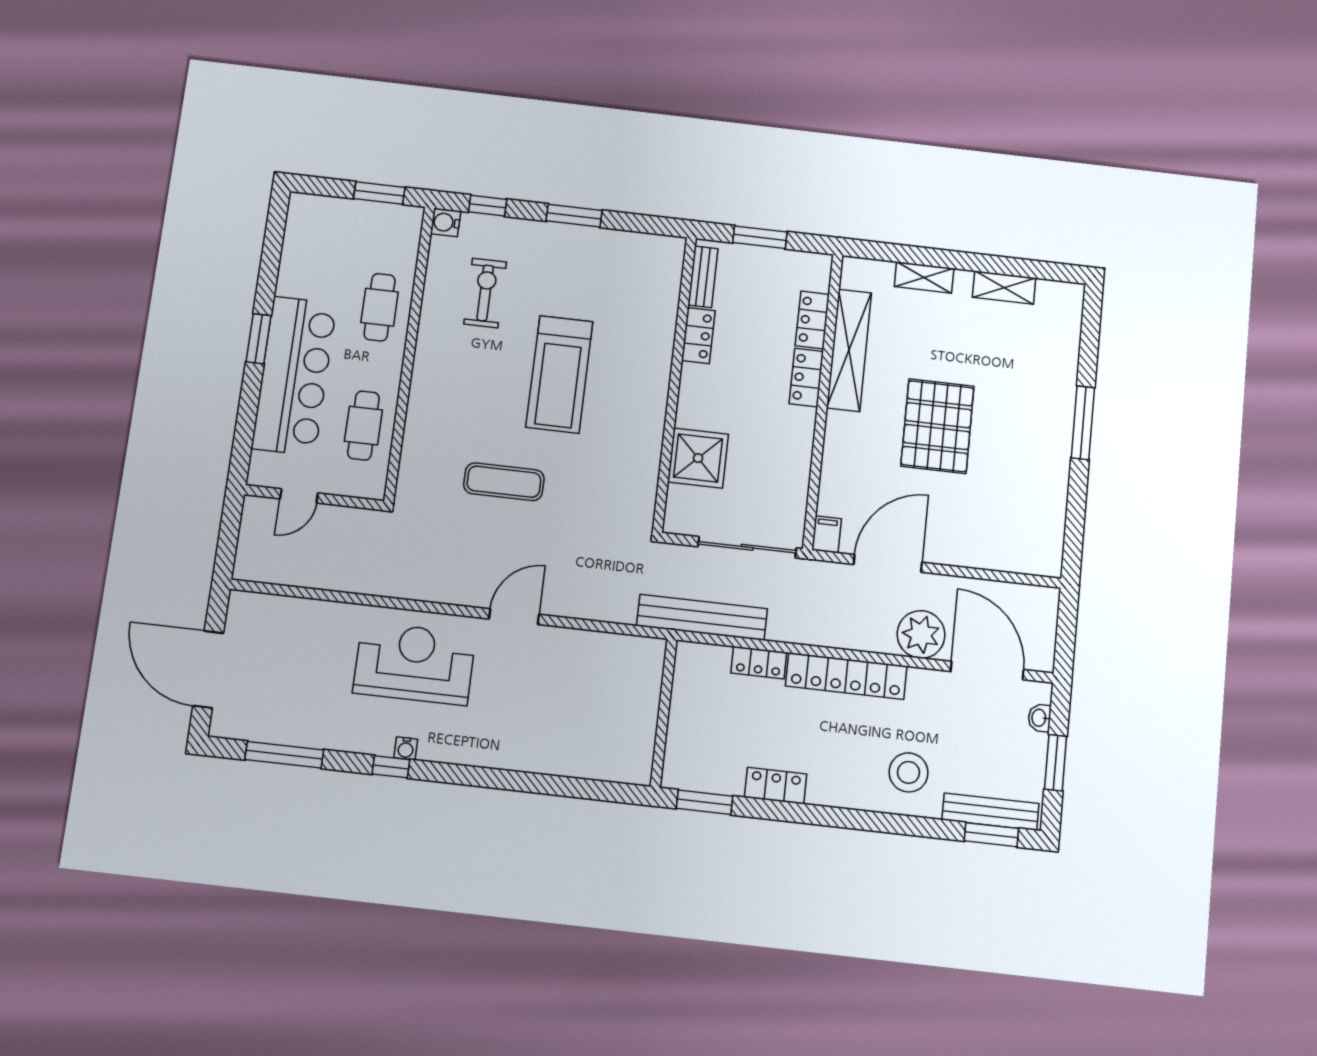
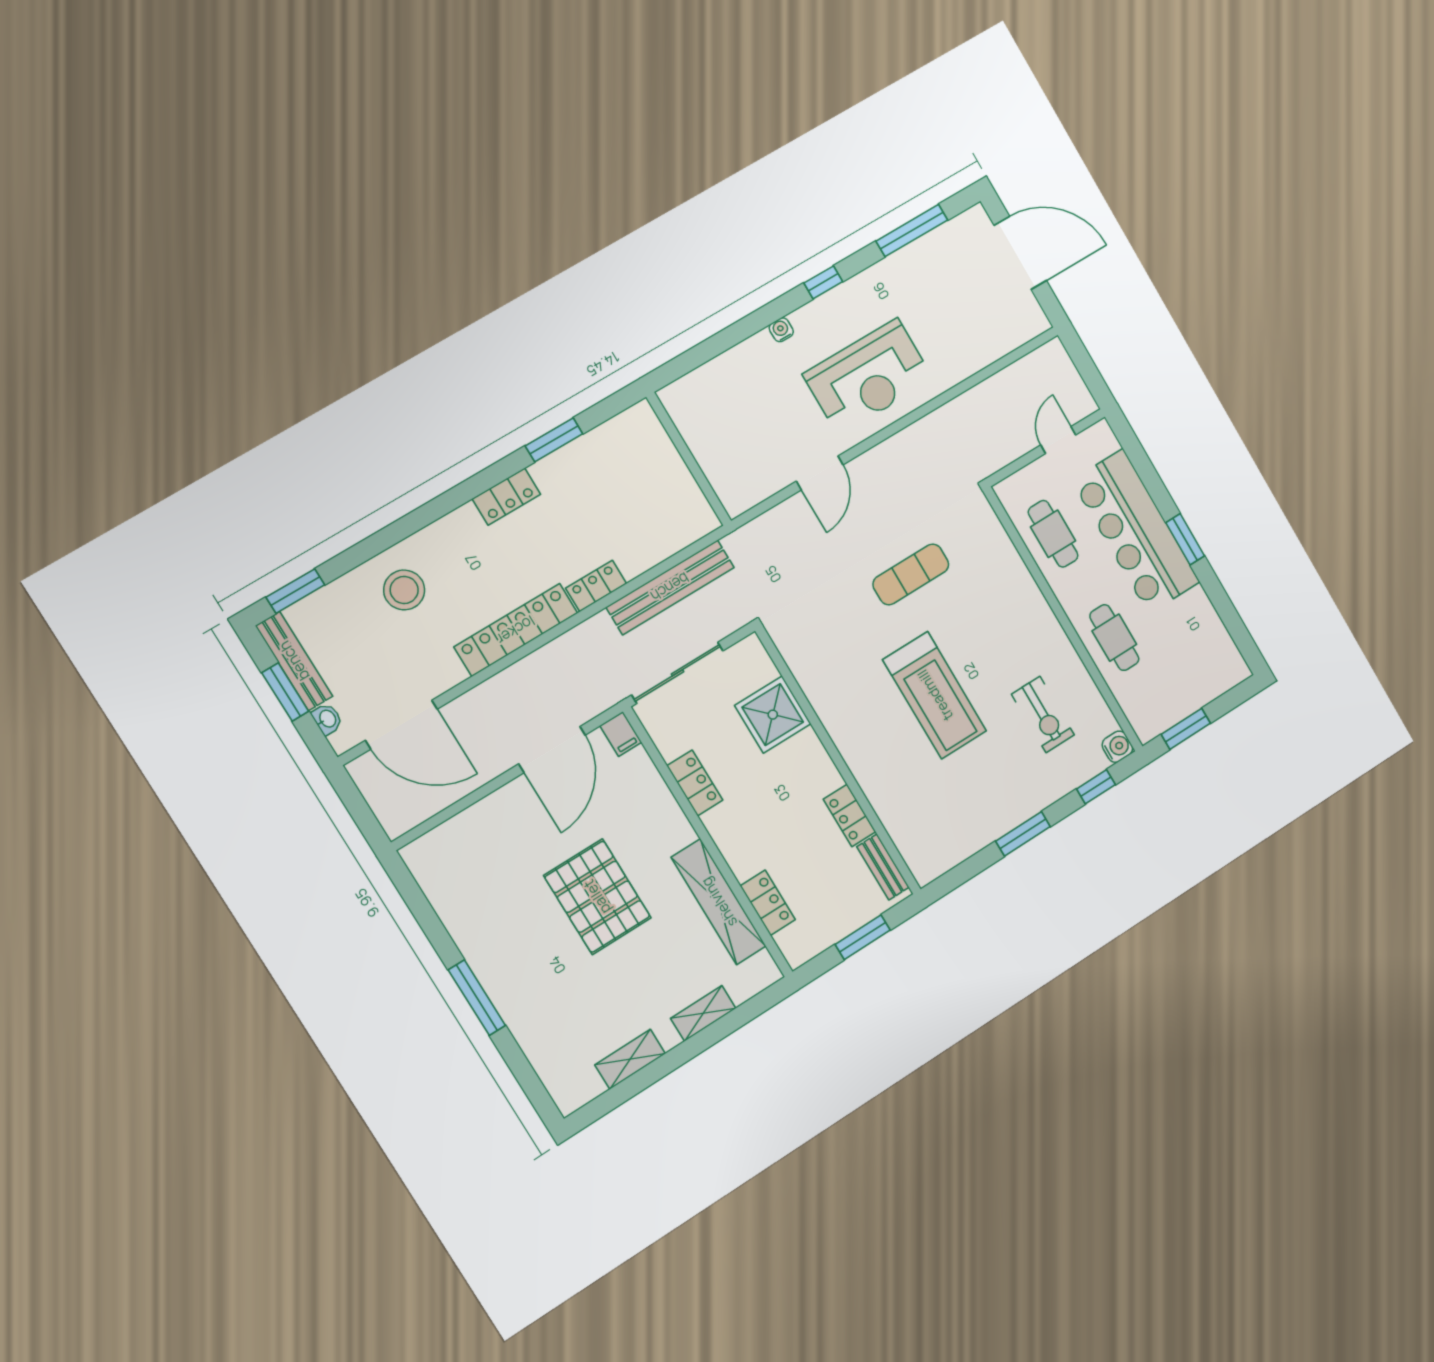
treadmill: (559, 374) -> (935, 695), turned 180
locker: (806, 378) -> (695, 783), moved
plant: (921, 634) -> (480, 712), removed
wall: (664, 713) -> (689, 459), moved
water cooler: (406, 748) -> (781, 330), moved
bench: (990, 812) -> (294, 661), moved, turned 90

